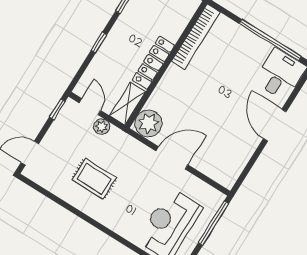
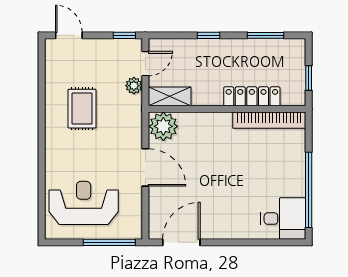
locker: (153, 63) -> (252, 96), moved
door: (275, 125) -> (181, 242), moved

